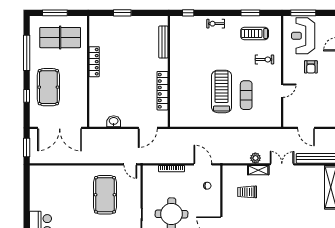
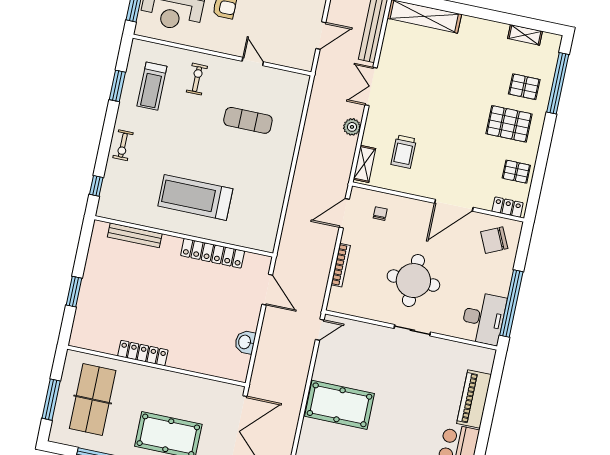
treadmill: (222, 91) -> (195, 197), moved
shelving: (258, 170) -> (364, 164), moved
pool table: (105, 195) -> (340, 405), moved

